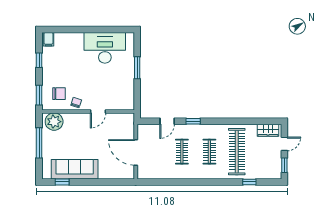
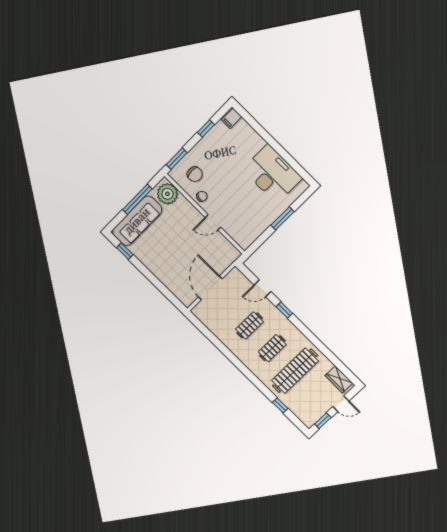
sofa: (75, 169) -> (137, 221), moved, turned 90

